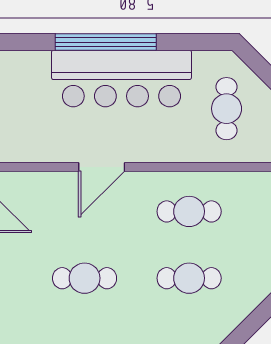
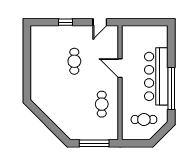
window: (106, 42) -> (171, 89), moved
cafe table: (189, 278) -> (74, 104), removed

